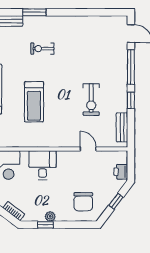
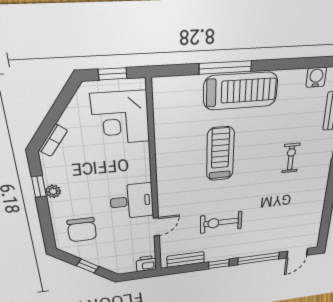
treadmill: (34, 102) -> (220, 154), turned 90
desk: (43, 165) -> (132, 201), moved
printer: (121, 172) -> (146, 264), moved
chair: (83, 202) -> (82, 230), turned -90

